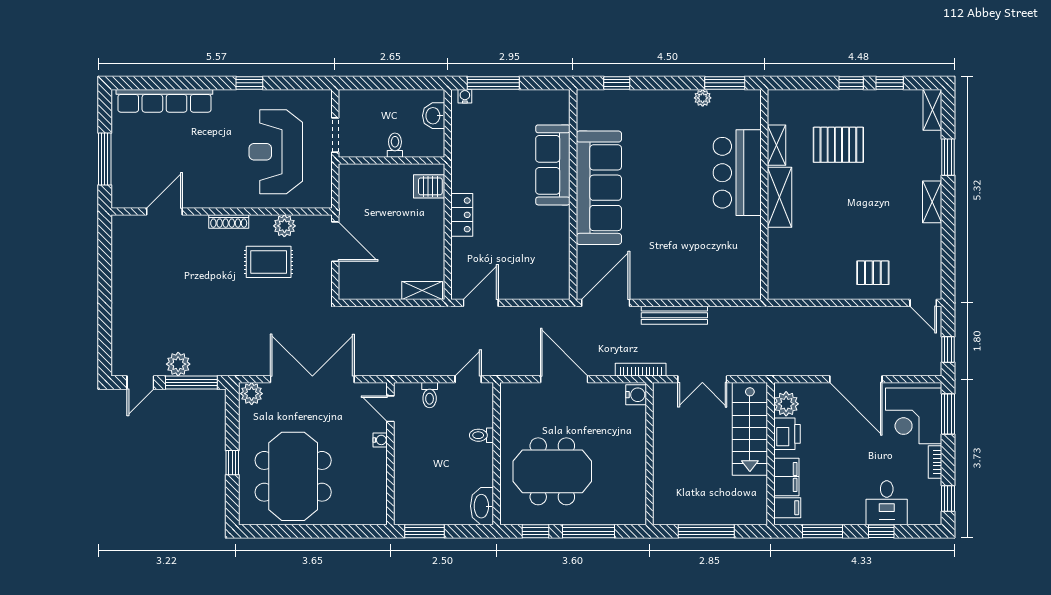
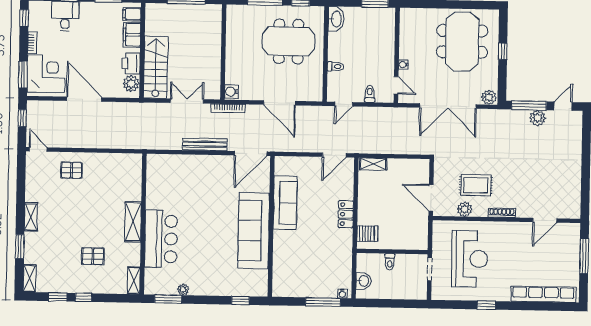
shelving: (777, 145) -> (134, 281), moved
pallet: (838, 145) -> (93, 256), width x0.67, depth x0.71
sofa: (553, 165) -> (285, 203), moved

